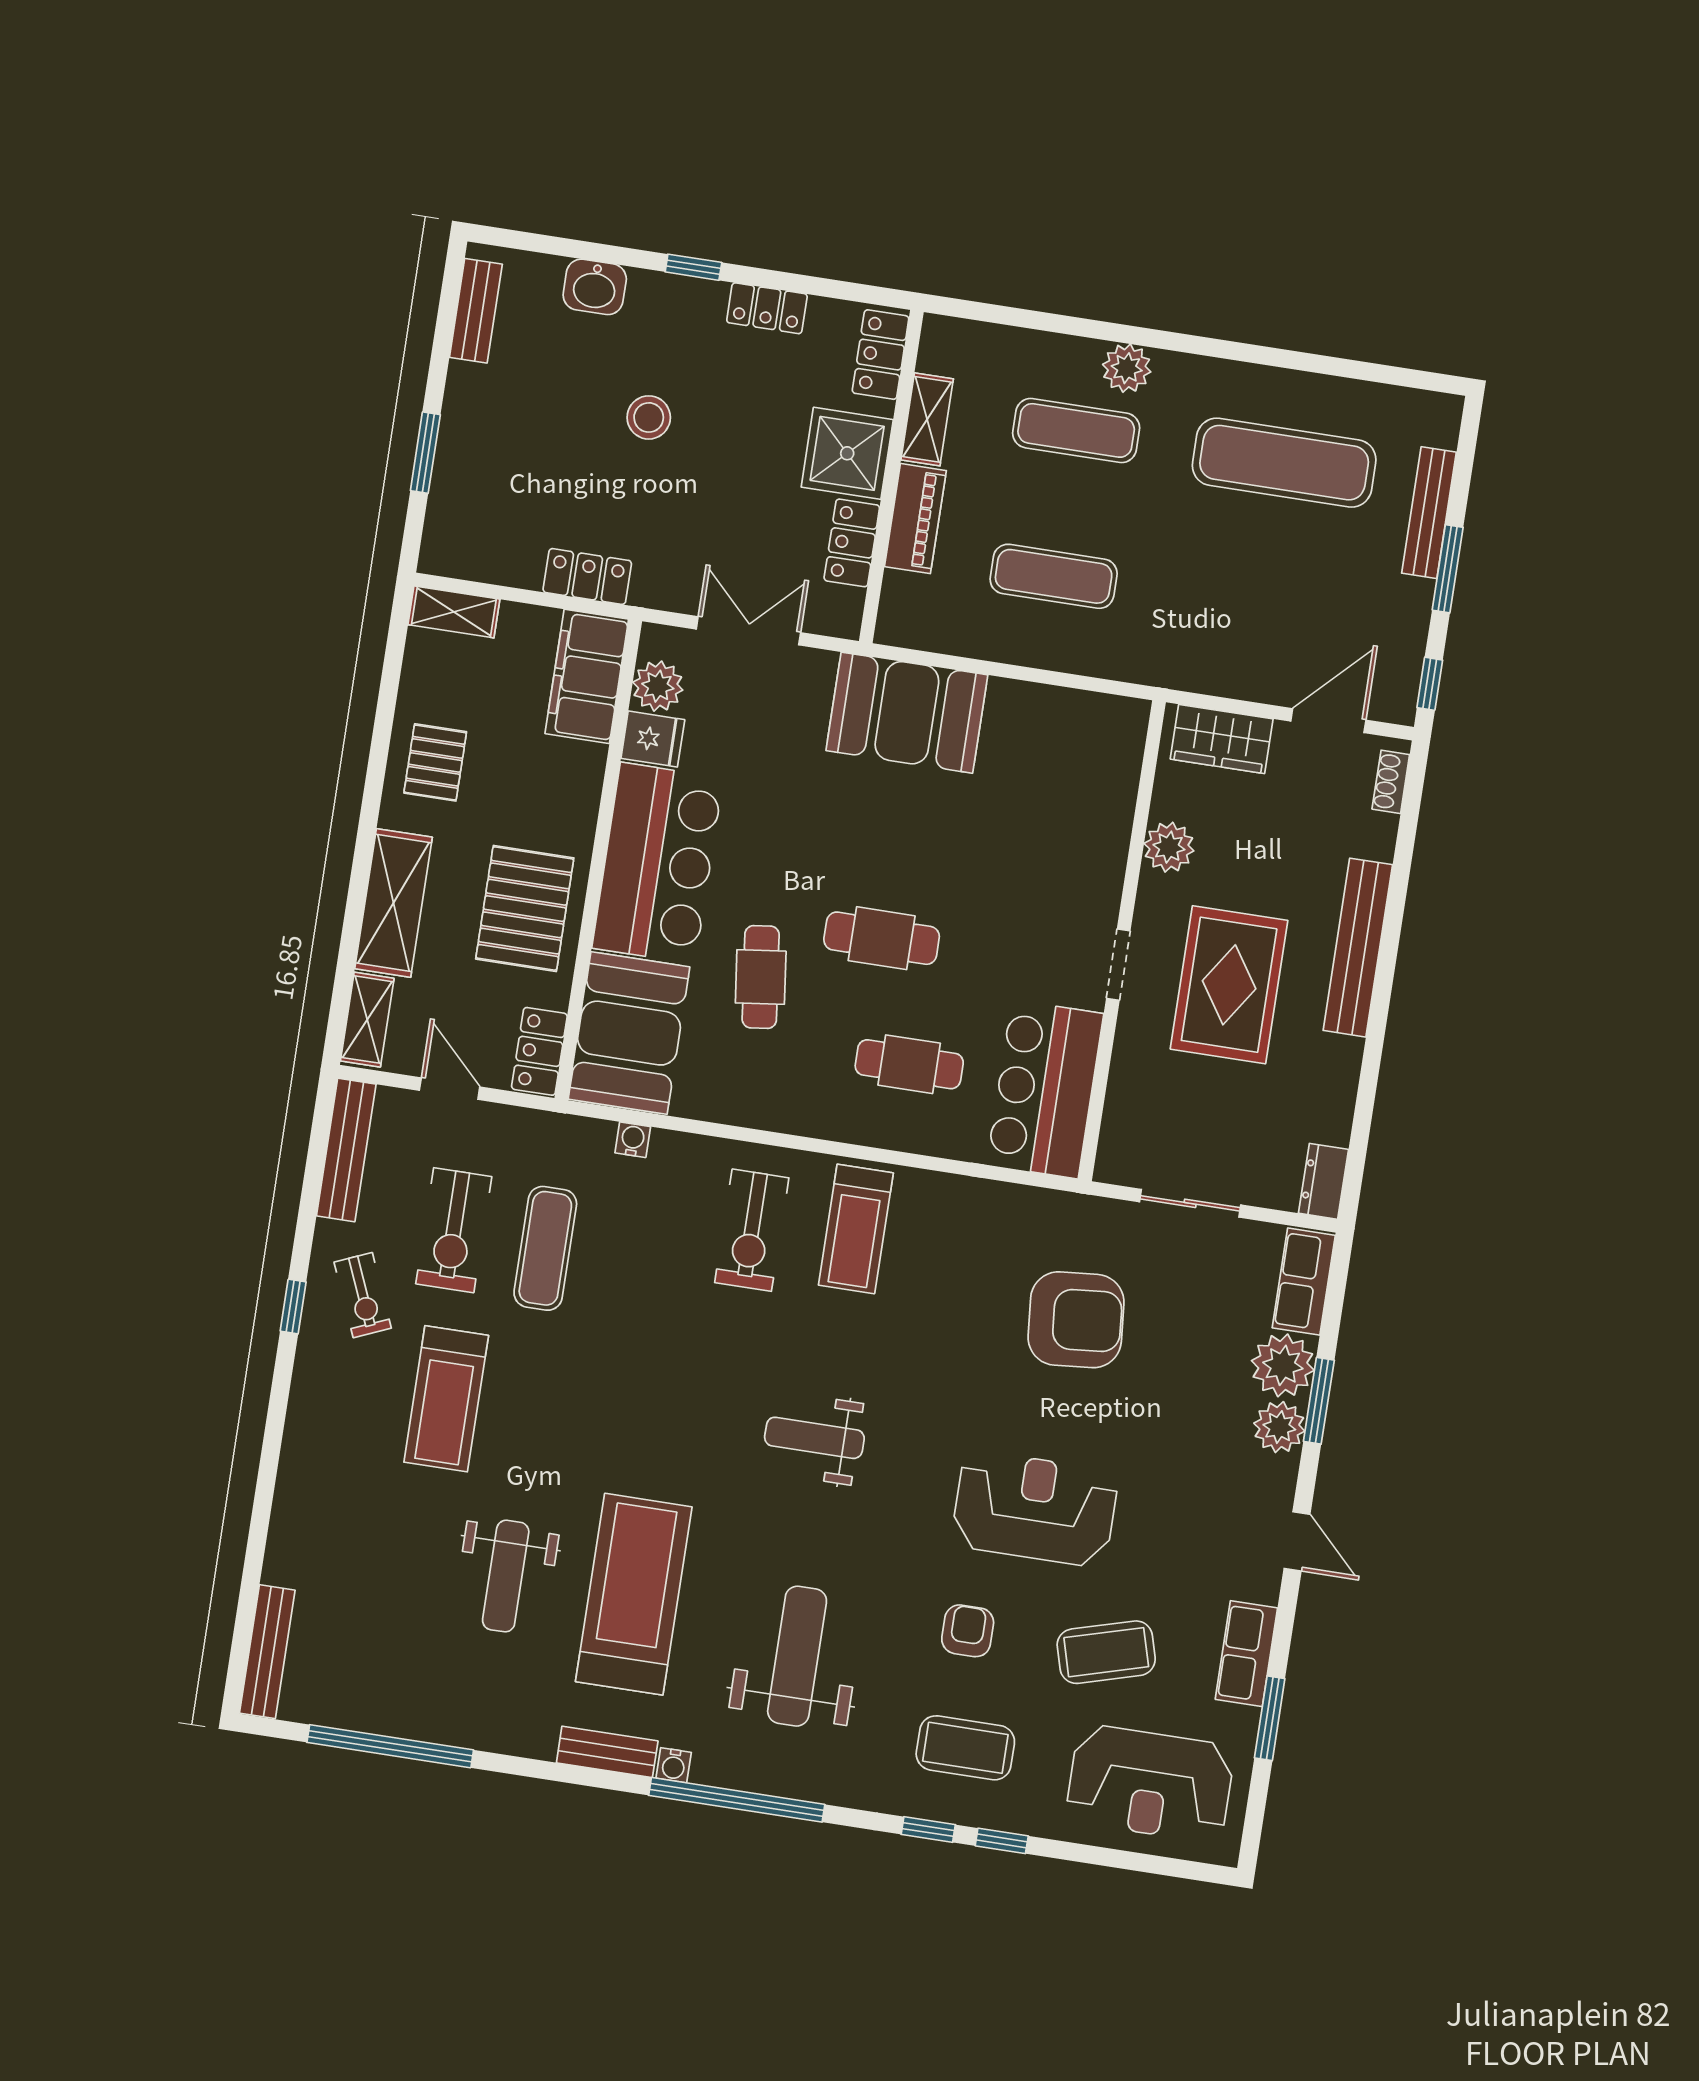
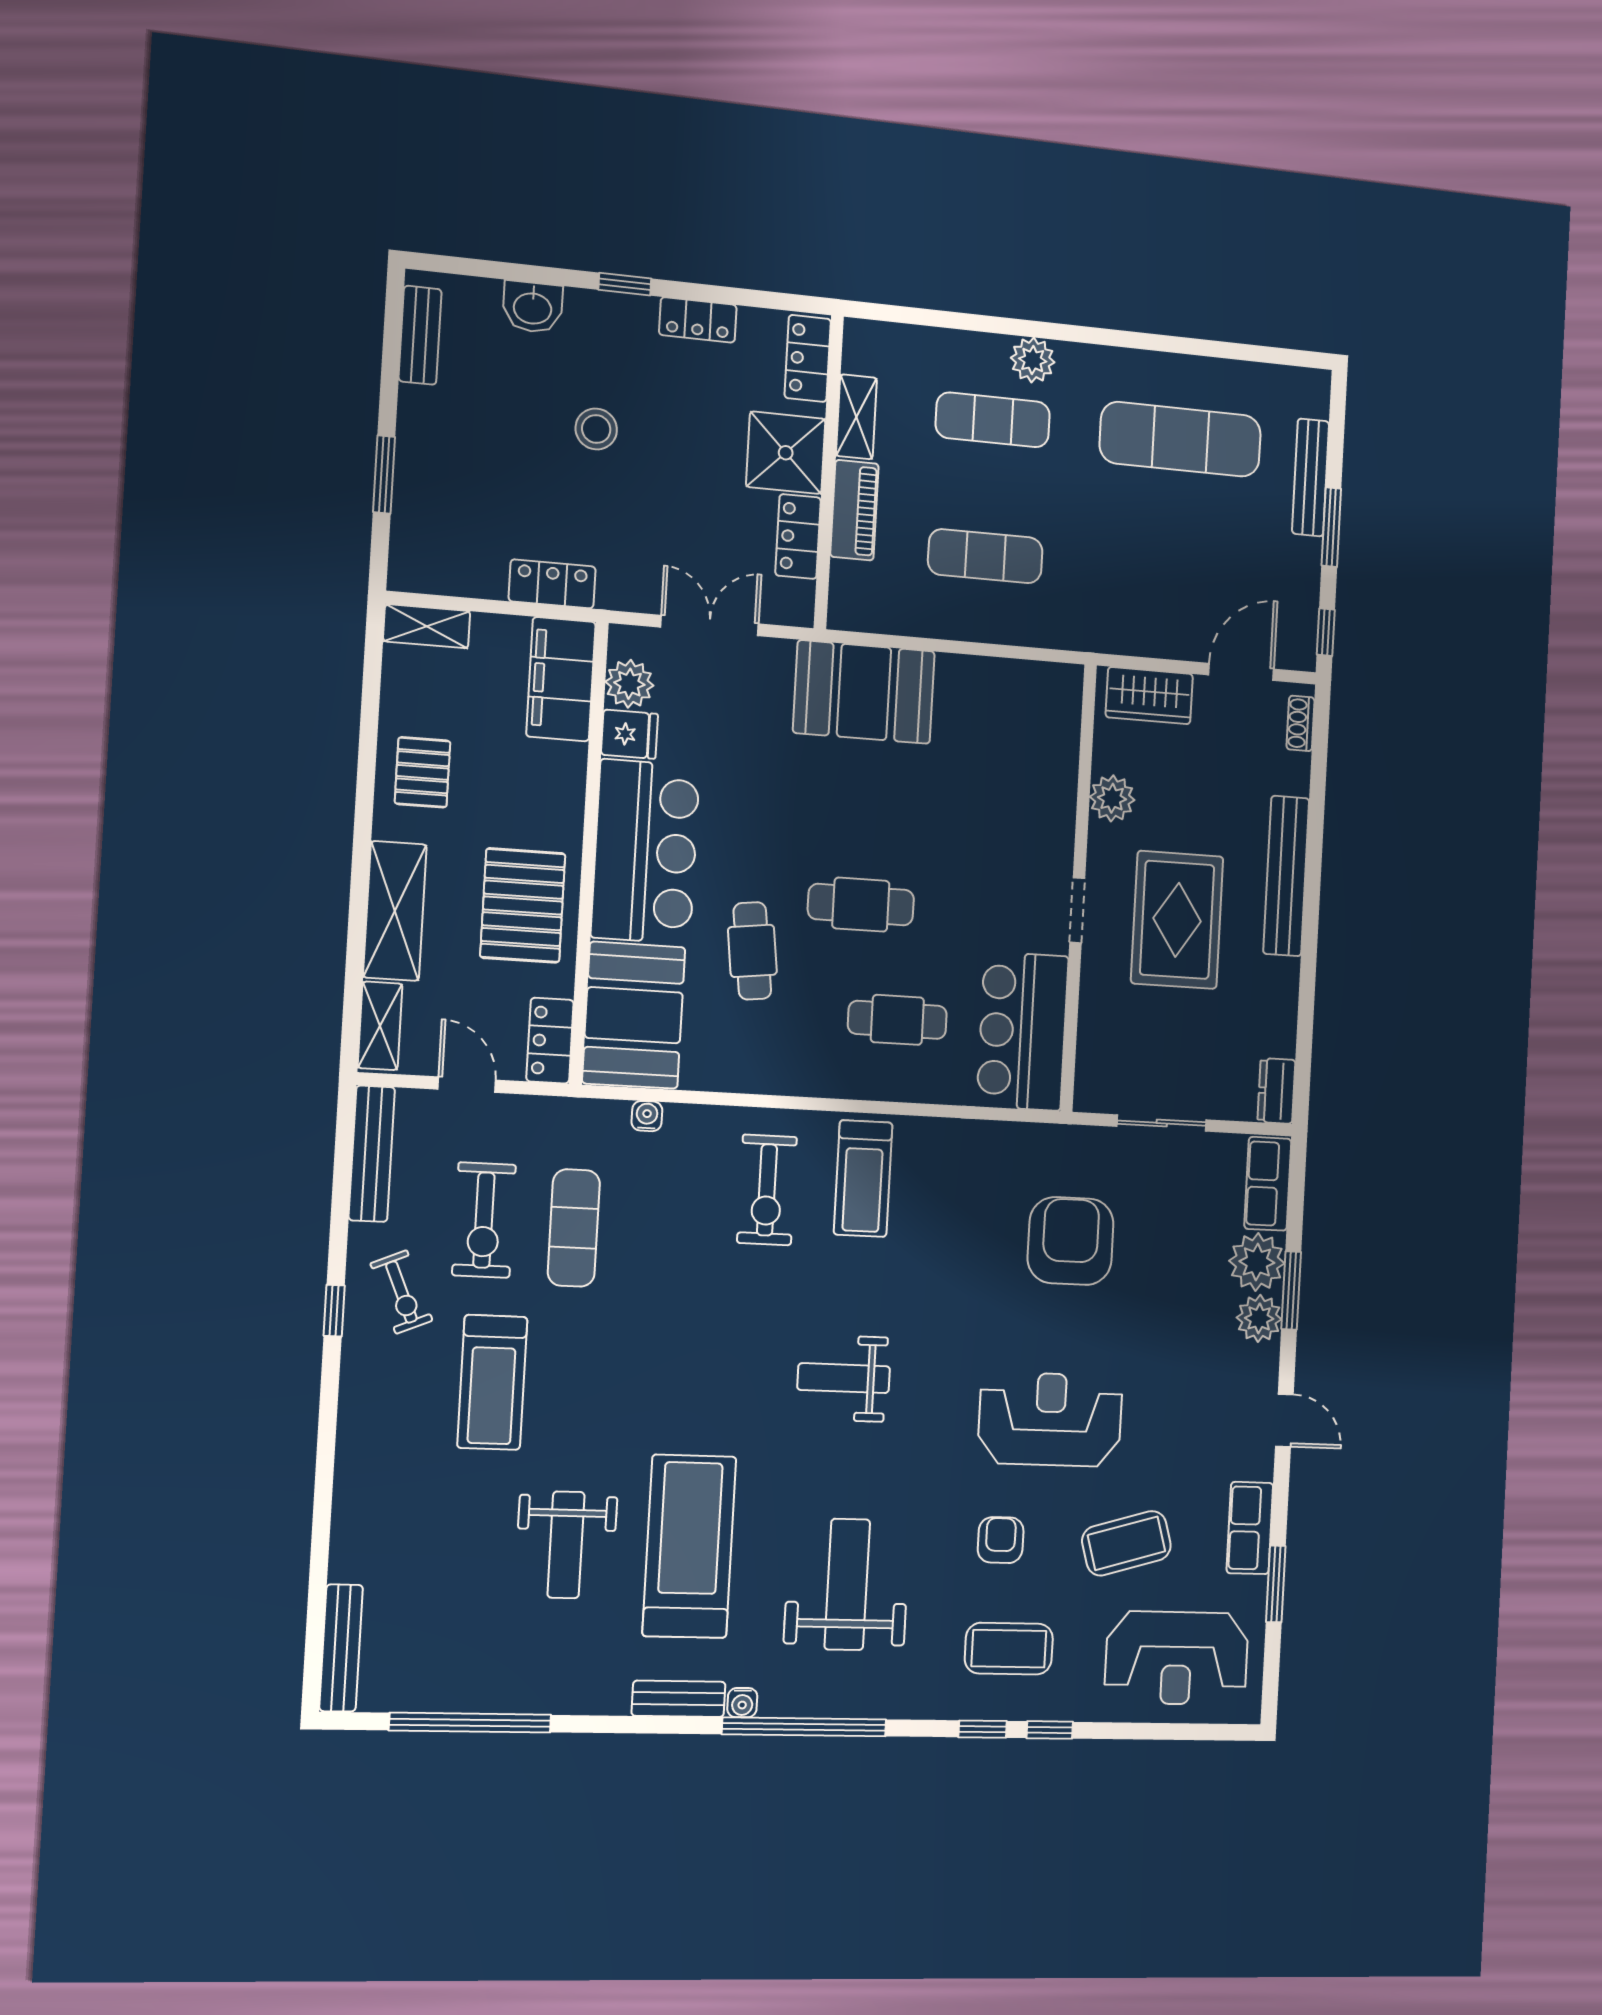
armchair: (1076, 1320) -> (1071, 1241), turned -85

